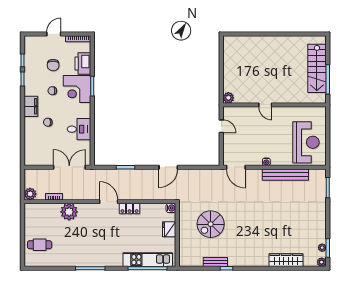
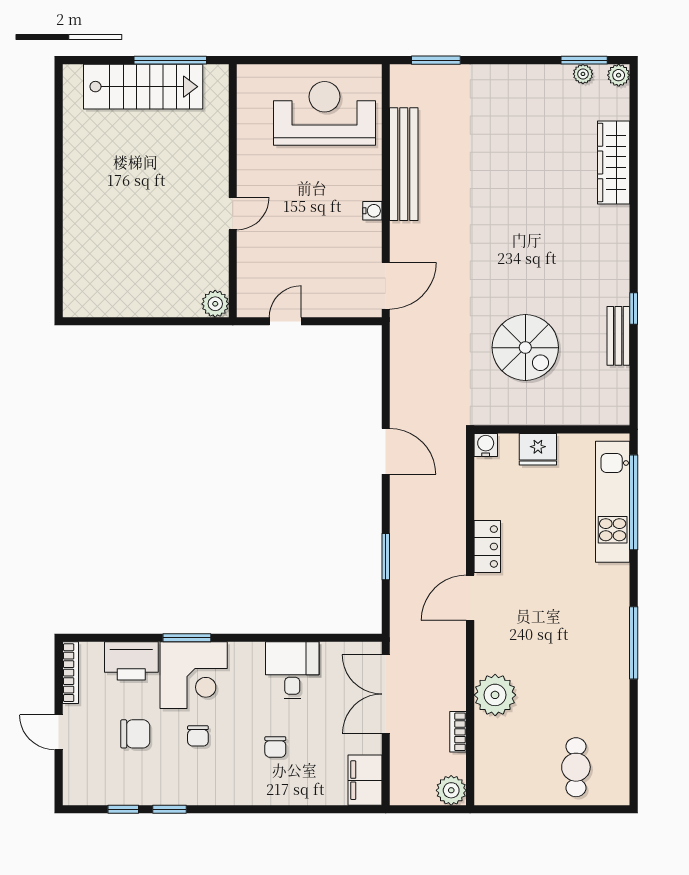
filing cabinet: (31, 106) -> (365, 780), moved, turned -90

